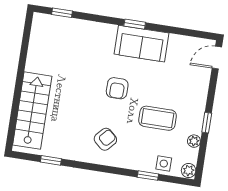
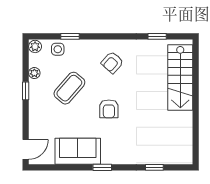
window: (62, 13) -> (154, 167), moved
sofa: (142, 44) -> (78, 151), moved
armchair: (117, 88) -> (109, 109), turned 180
coffee table: (158, 118) -> (69, 88), turned -49

